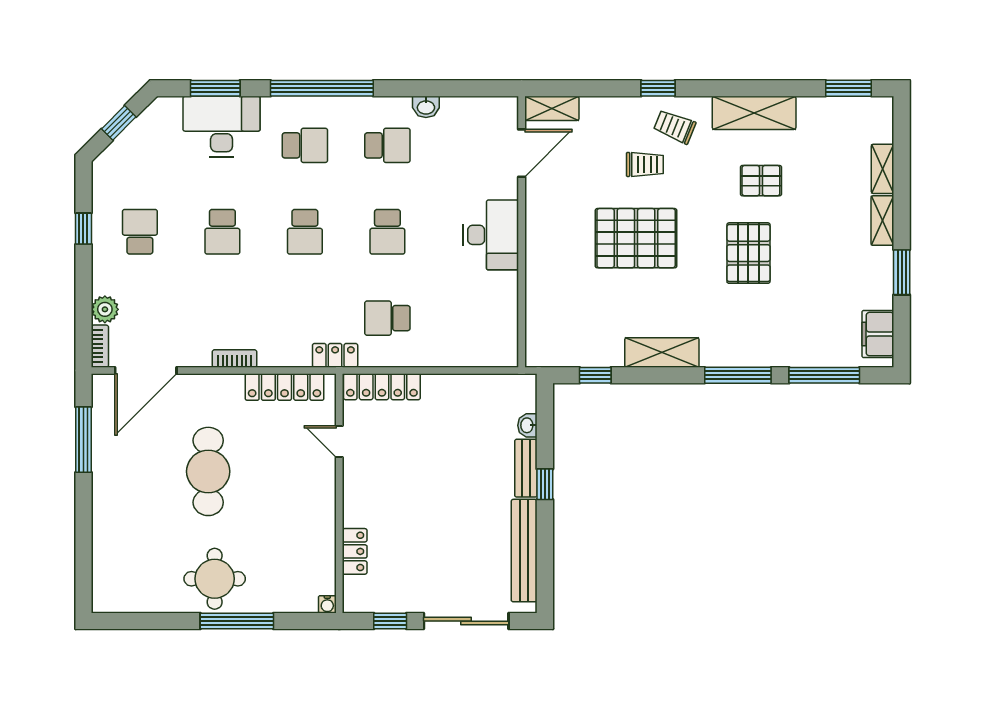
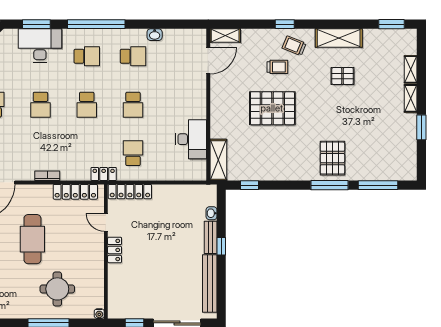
desk: (491, 235) -> (191, 139), moved
pallet: (748, 253) -> (332, 158), moved
school desk: (387, 318) -> (133, 153), turned 90
filing cabinet: (878, 334) -> (408, 162), removed
shelving: (662, 353) -> (218, 160), moved, turned 90
locker: (355, 551) -> (115, 250), moved
round table: (215, 579) -> (57, 289), moved

